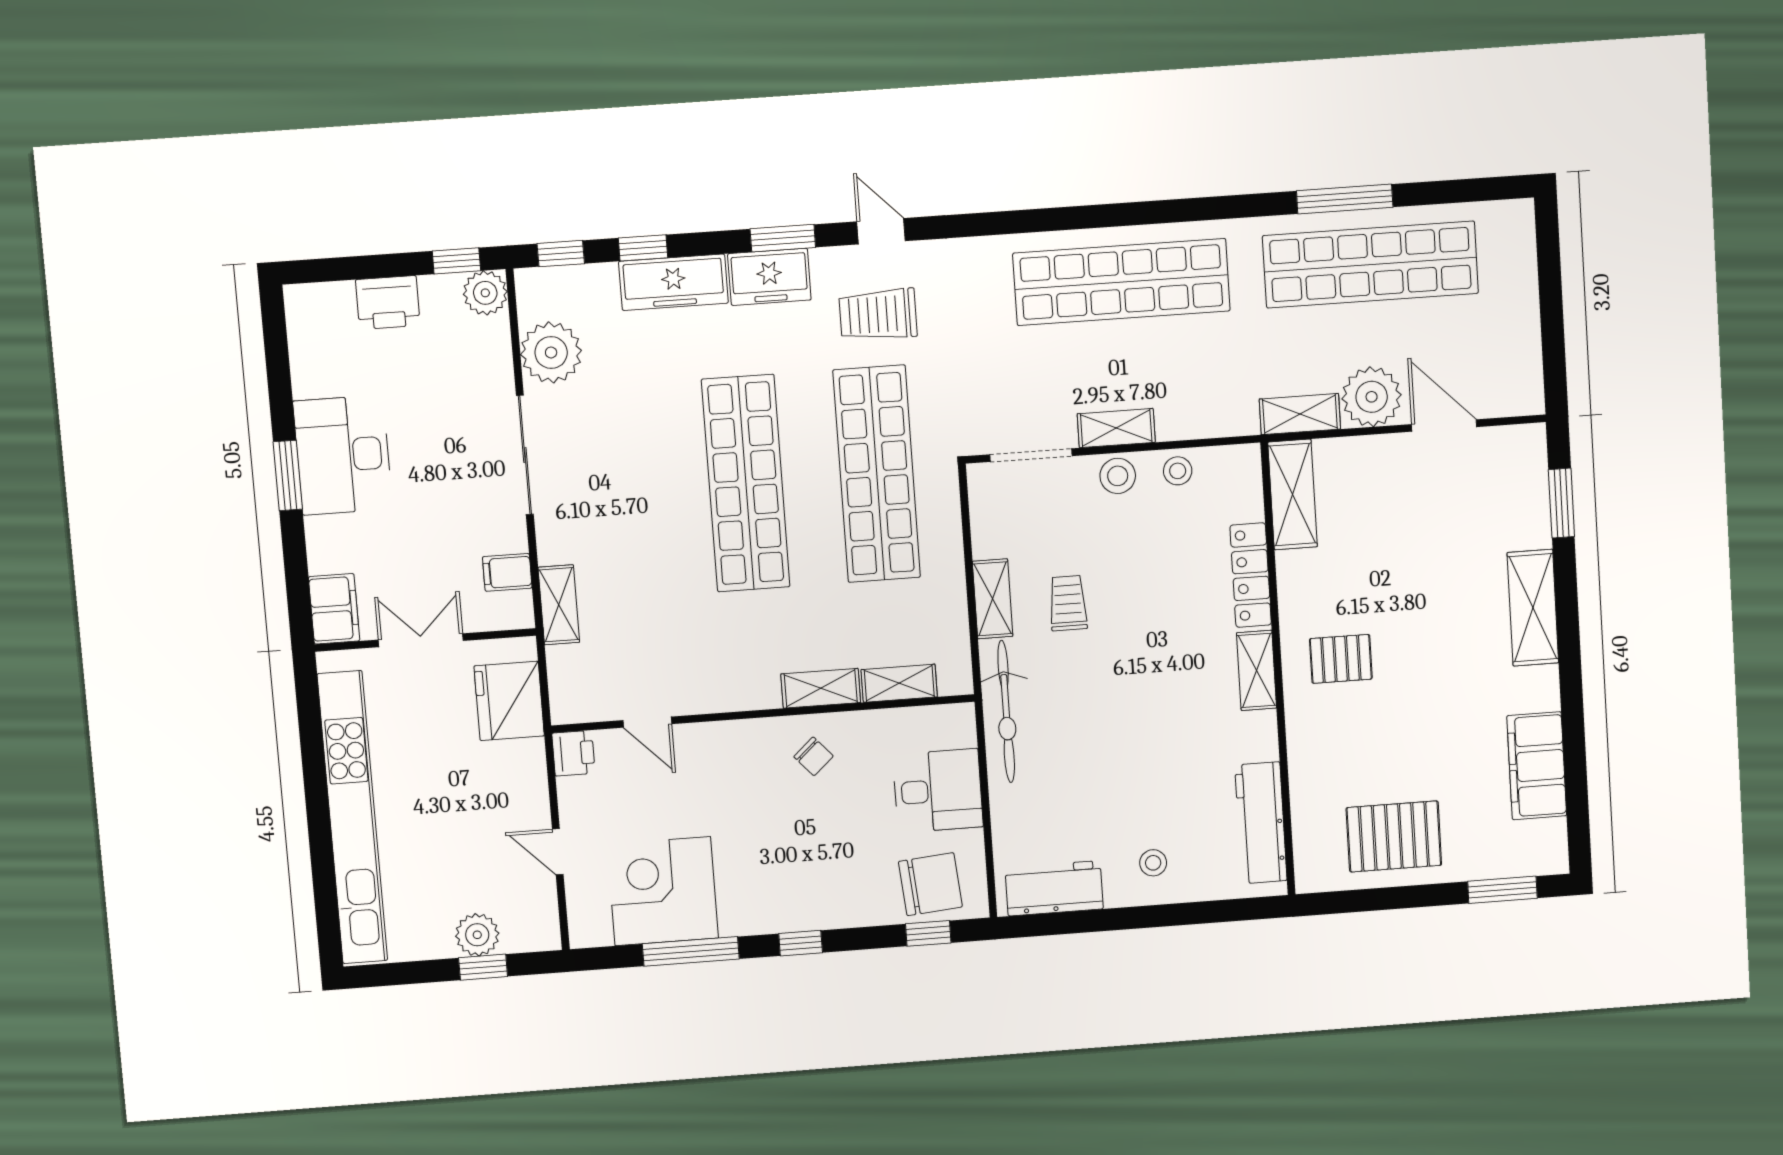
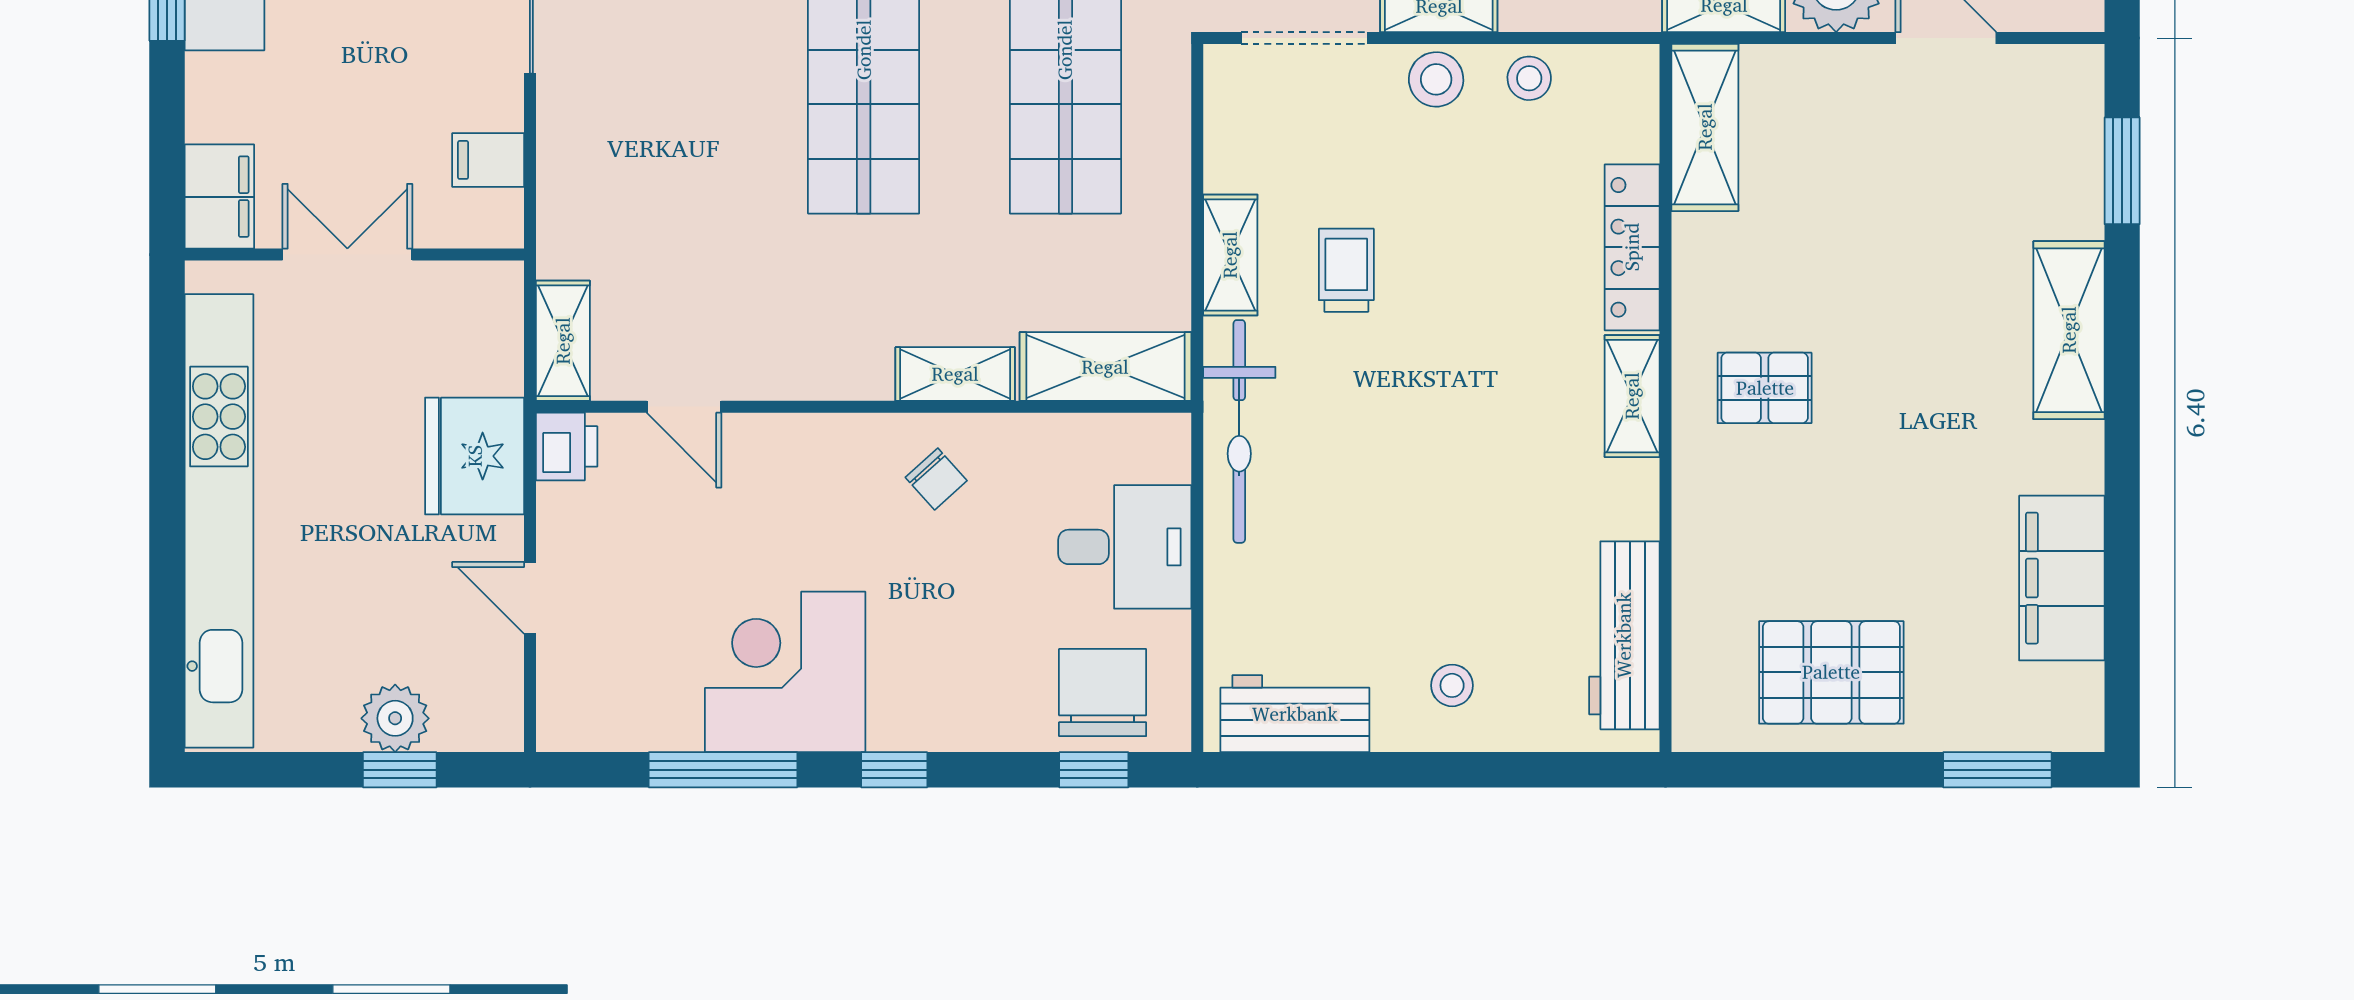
shelving: (559, 605) -> (563, 341), moved
shelving: (899, 683) -> (1105, 367), width x1.50, depth x1.33
fridge: (509, 701) -> (475, 456), moved
chair: (930, 884) -> (1103, 693), turned -85
corner desk: (663, 891) -> (785, 672), moved

